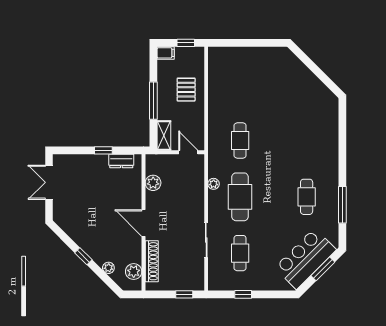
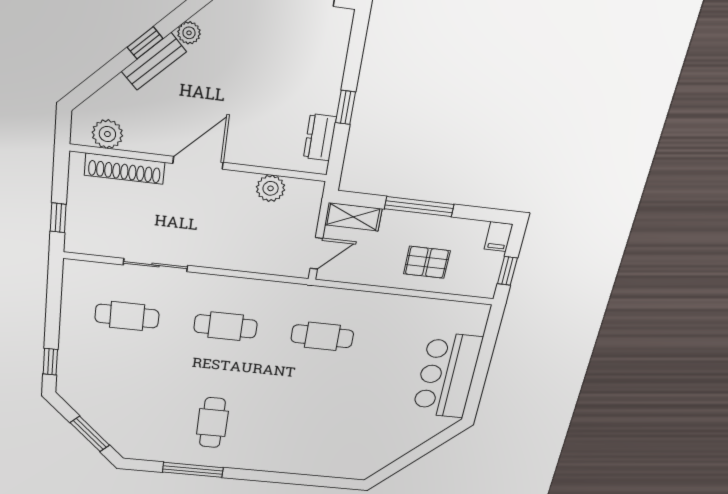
plant: (214, 184) -> (254, 288), removed
cafe table: (240, 197) -> (226, 326), width x0.73, depth x0.74
cafe table: (307, 197) -> (212, 423), turned 90
bench: (92, 251) -> (154, 62), added
bar counter: (305, 259) -> (447, 375), moved, turned -135
plant: (108, 268) -> (189, 33), moved
window: (243, 294) -> (50, 362), moved

